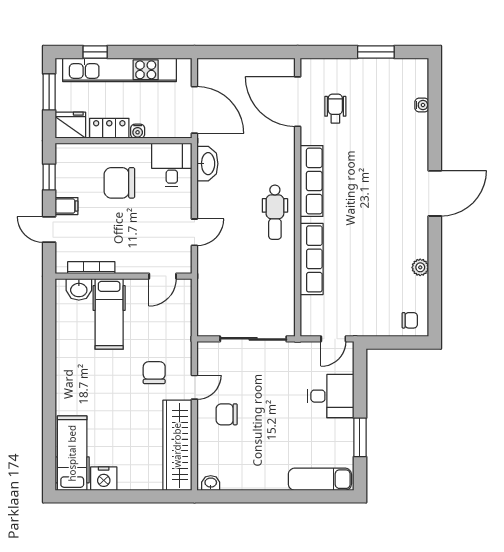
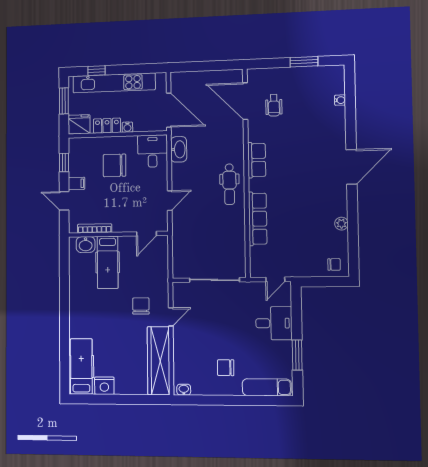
wheelchair: (335, 109) -> (274, 105), turned 180
row of seats: (312, 181) -> (257, 160), width x0.68
chair: (227, 414) -> (226, 368), moved

